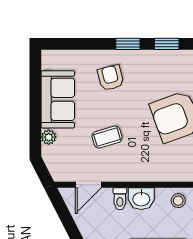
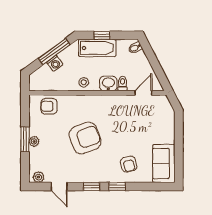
sofa: (58, 99) -> (164, 163), moved
plant: (49, 137) -> (170, 124), removed
coffee table: (107, 137) -> (131, 125), removed

